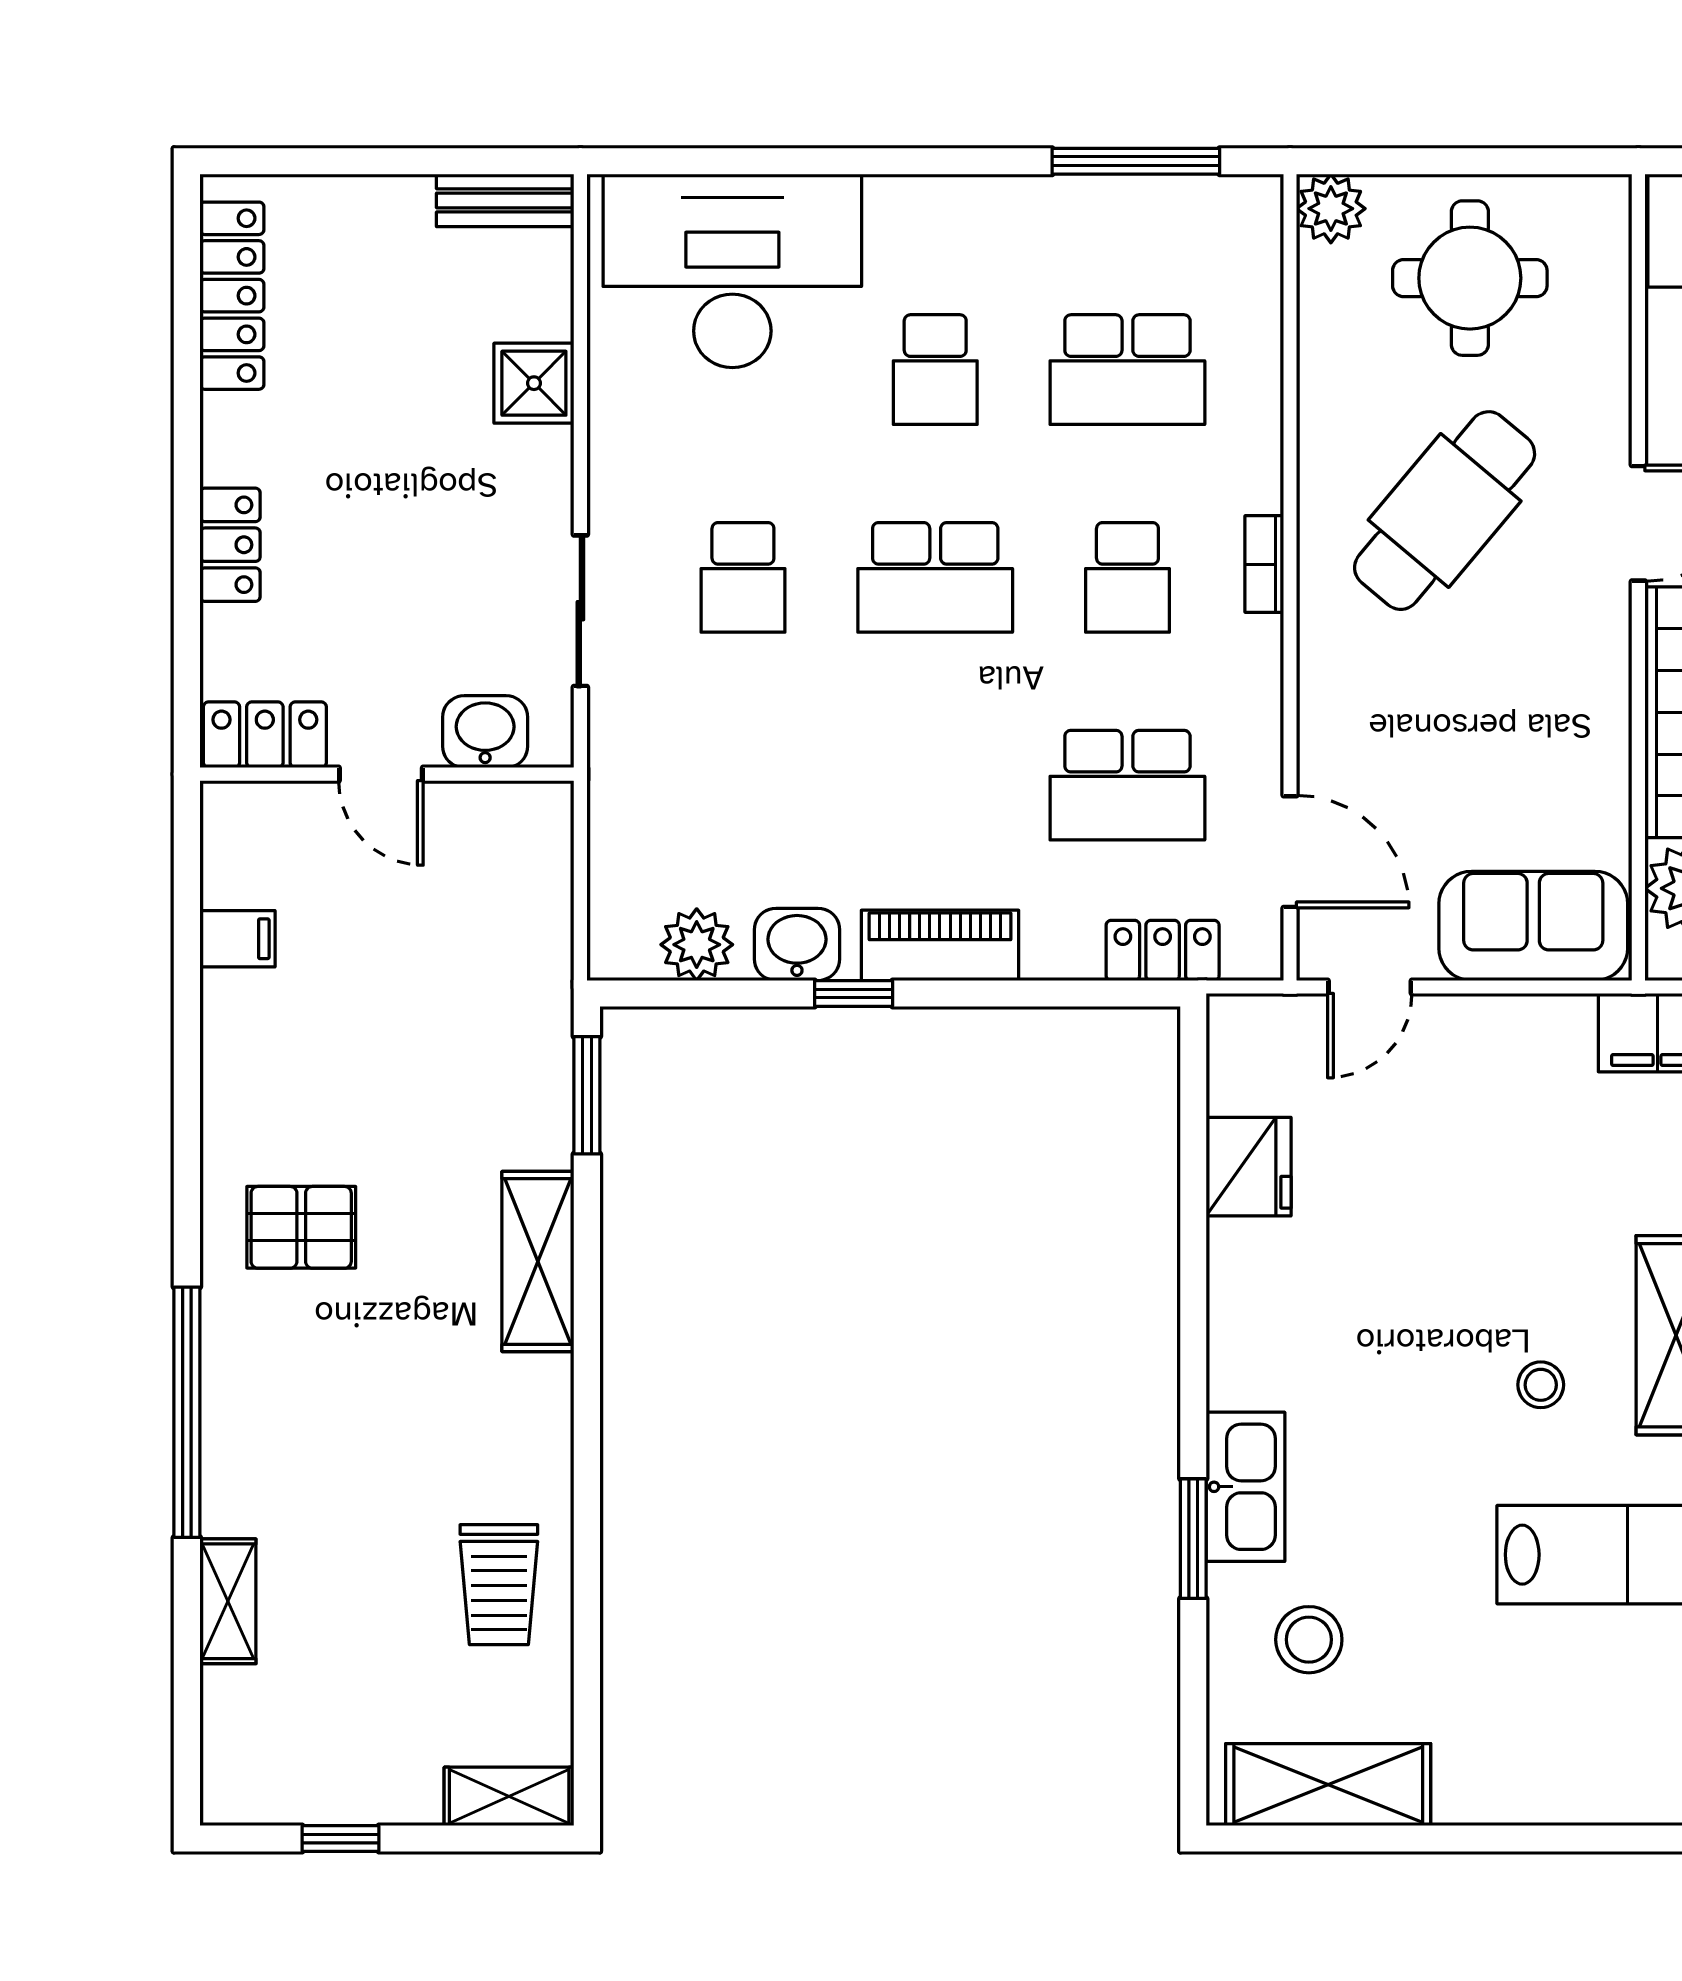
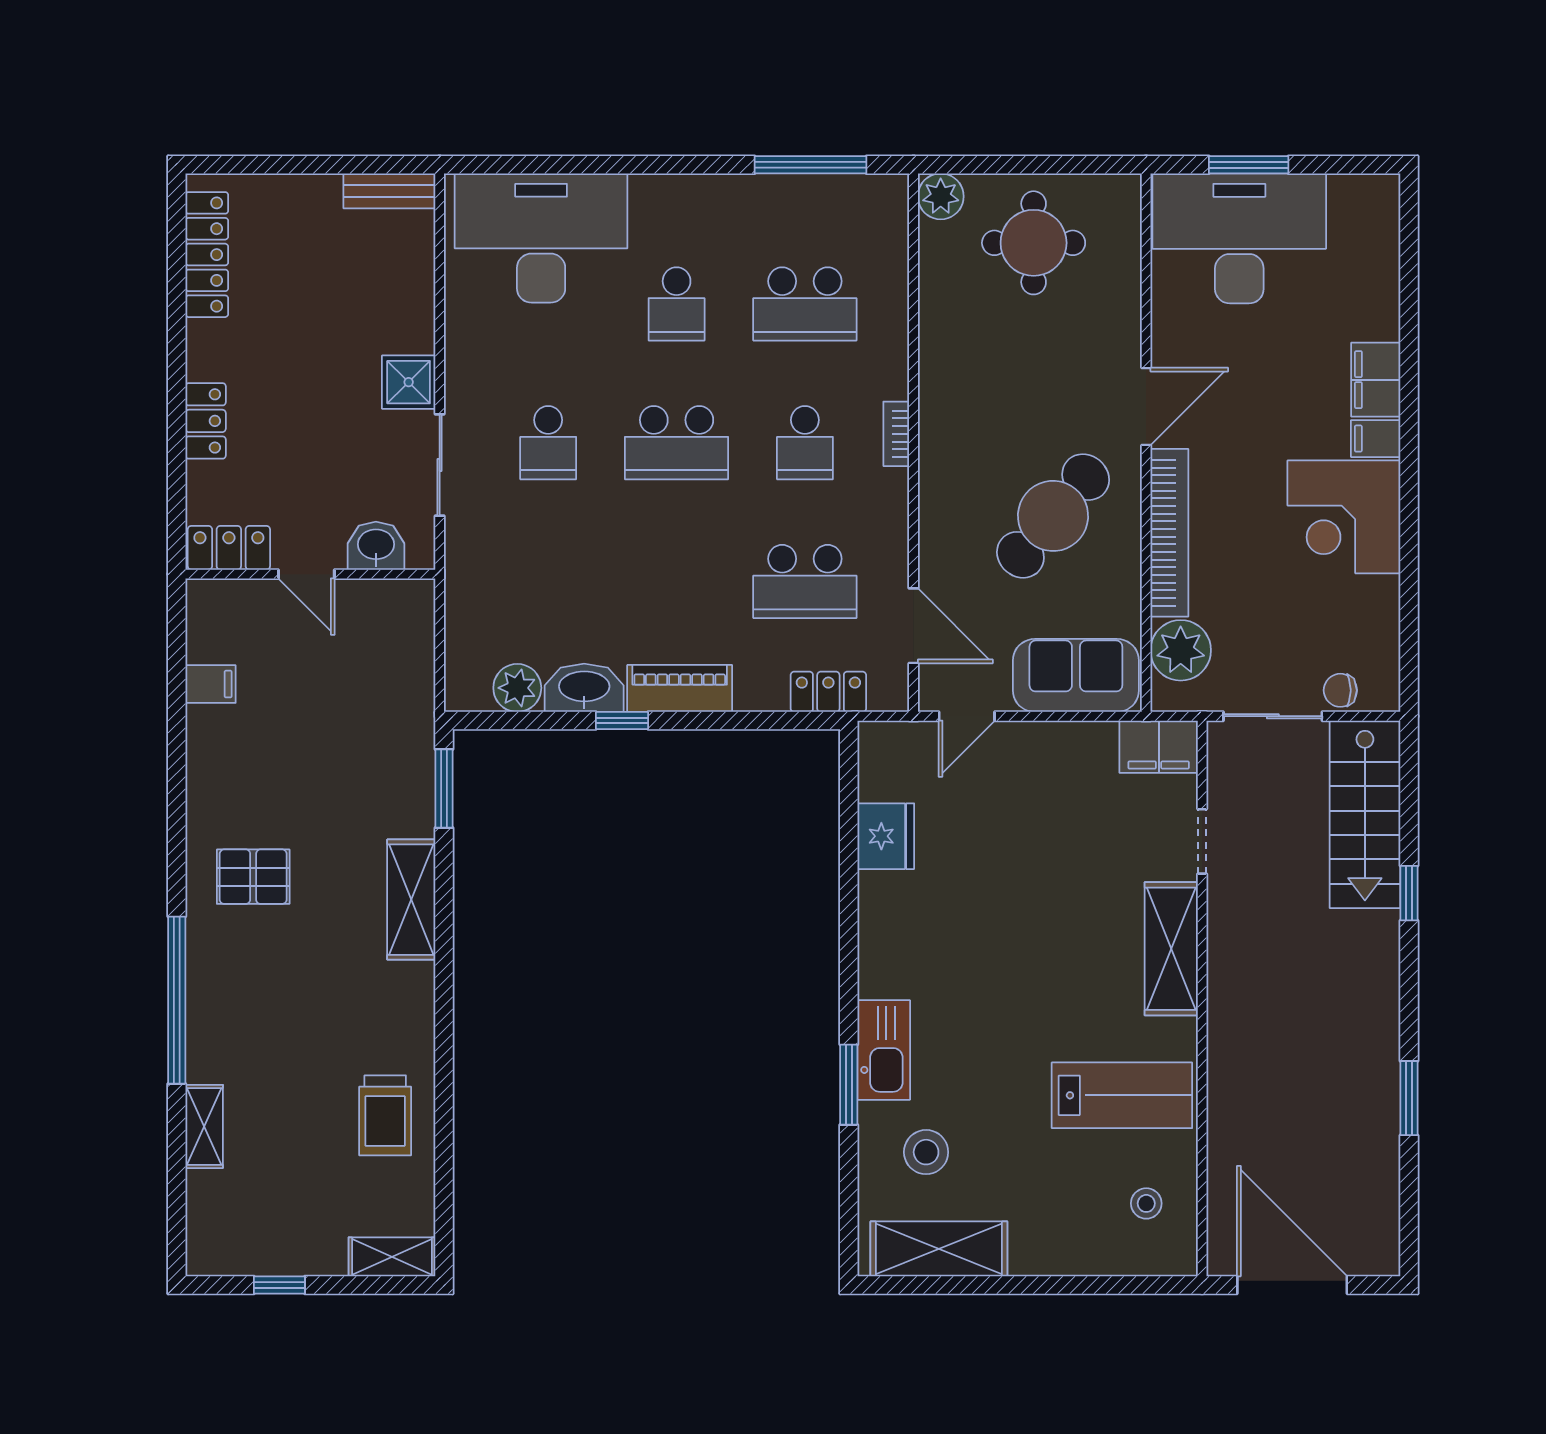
shower: (534, 383) -> (409, 382), moved
cafe table: (1445, 511) -> (1053, 516), moved
washbasin: (797, 944) -> (584, 688), width x1.38
stool: (1541, 1385) -> (1146, 1203), moved

